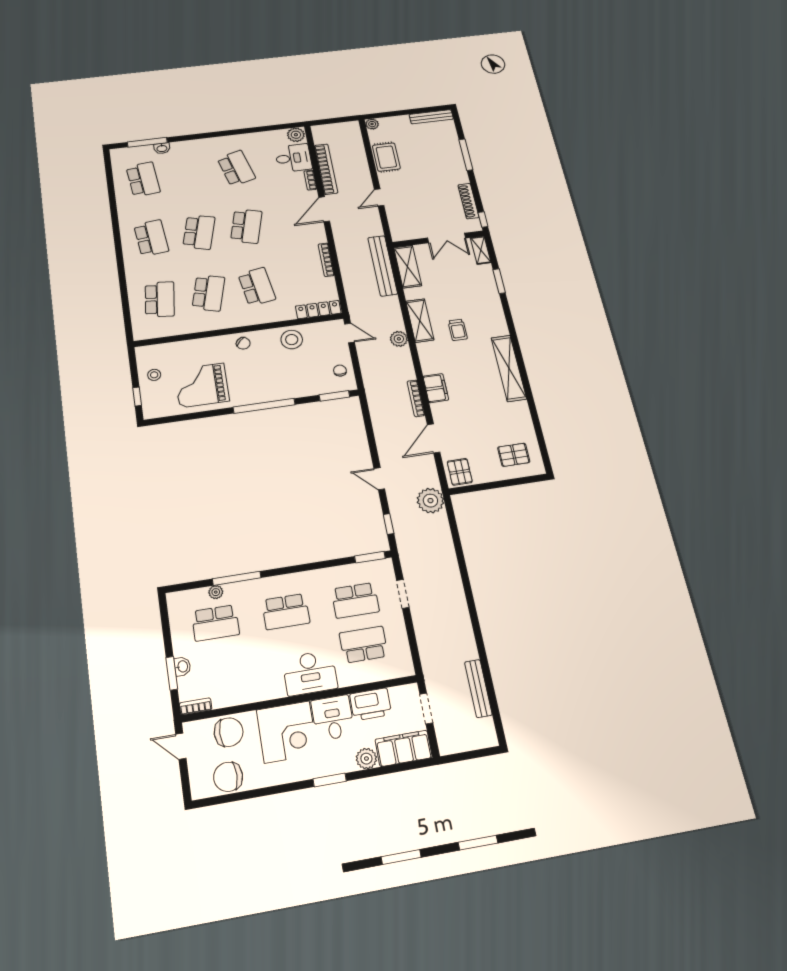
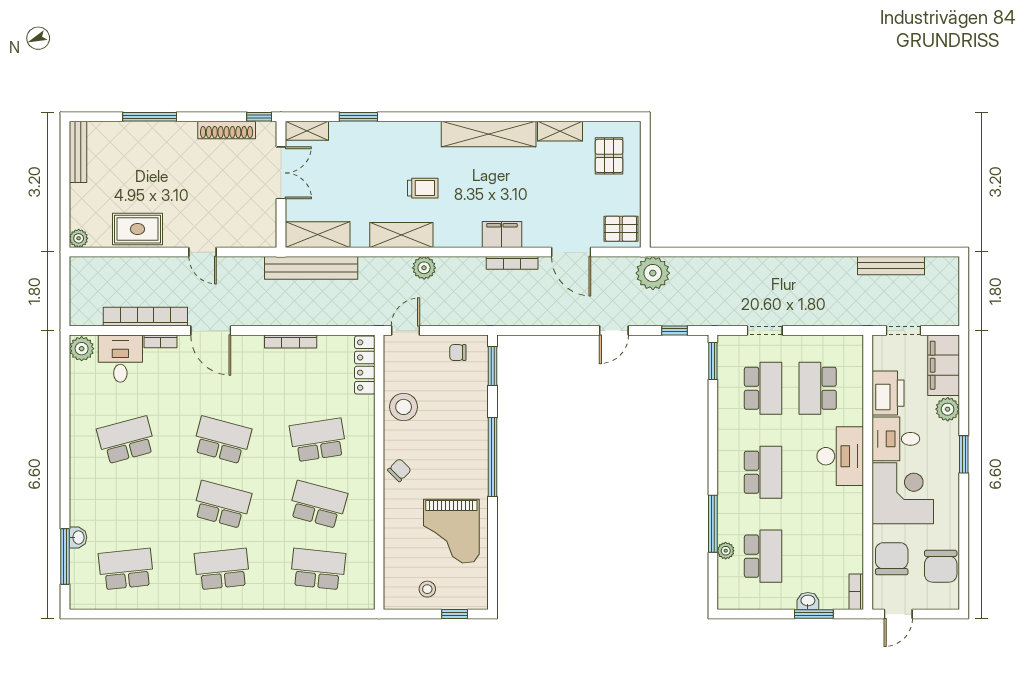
shelving: (524, 417) -> (560, 131), added

